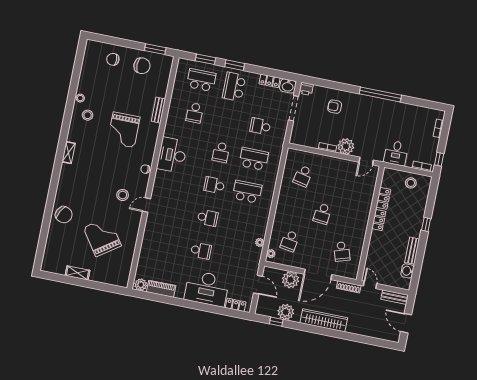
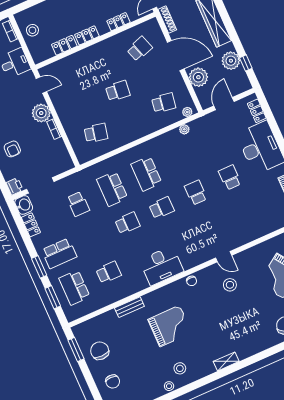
school desk: (214, 185) -> (162, 208), turned -90
locker: (372, 250) -> (118, 22), added

